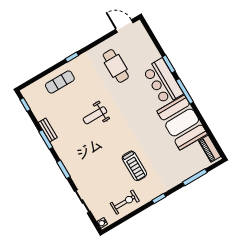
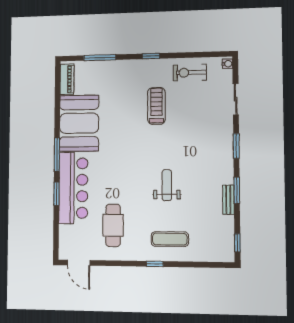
exercise mat: (60, 82) -> (170, 239), moved
bar counter: (163, 82) -> (73, 188), width x1.36
weight bench: (95, 115) -> (167, 185), turned -90

